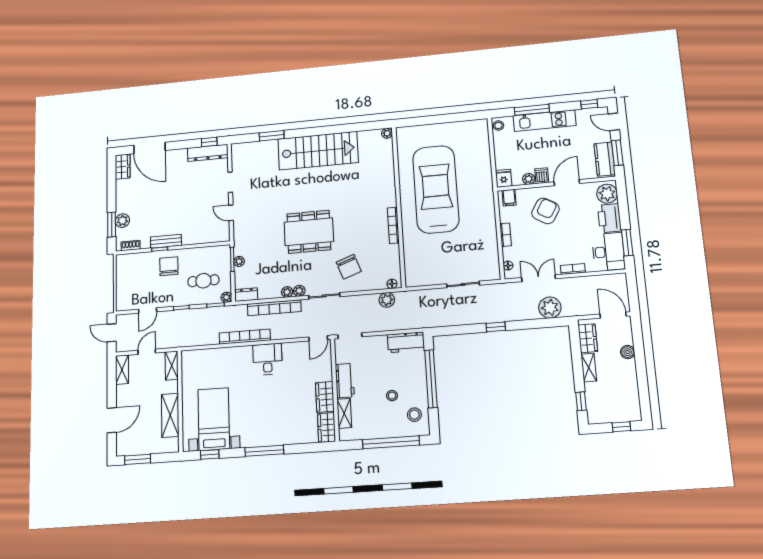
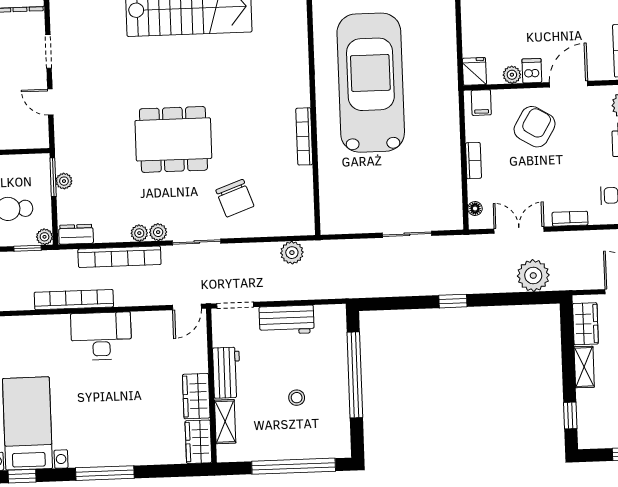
floor lamp: (392, 284) -> (300, 228), removed
workbench: (406, 342) -> (287, 320), moved
desk: (268, 359) -> (101, 336), width x1.37
stool: (414, 415) -> (329, 427), removed

